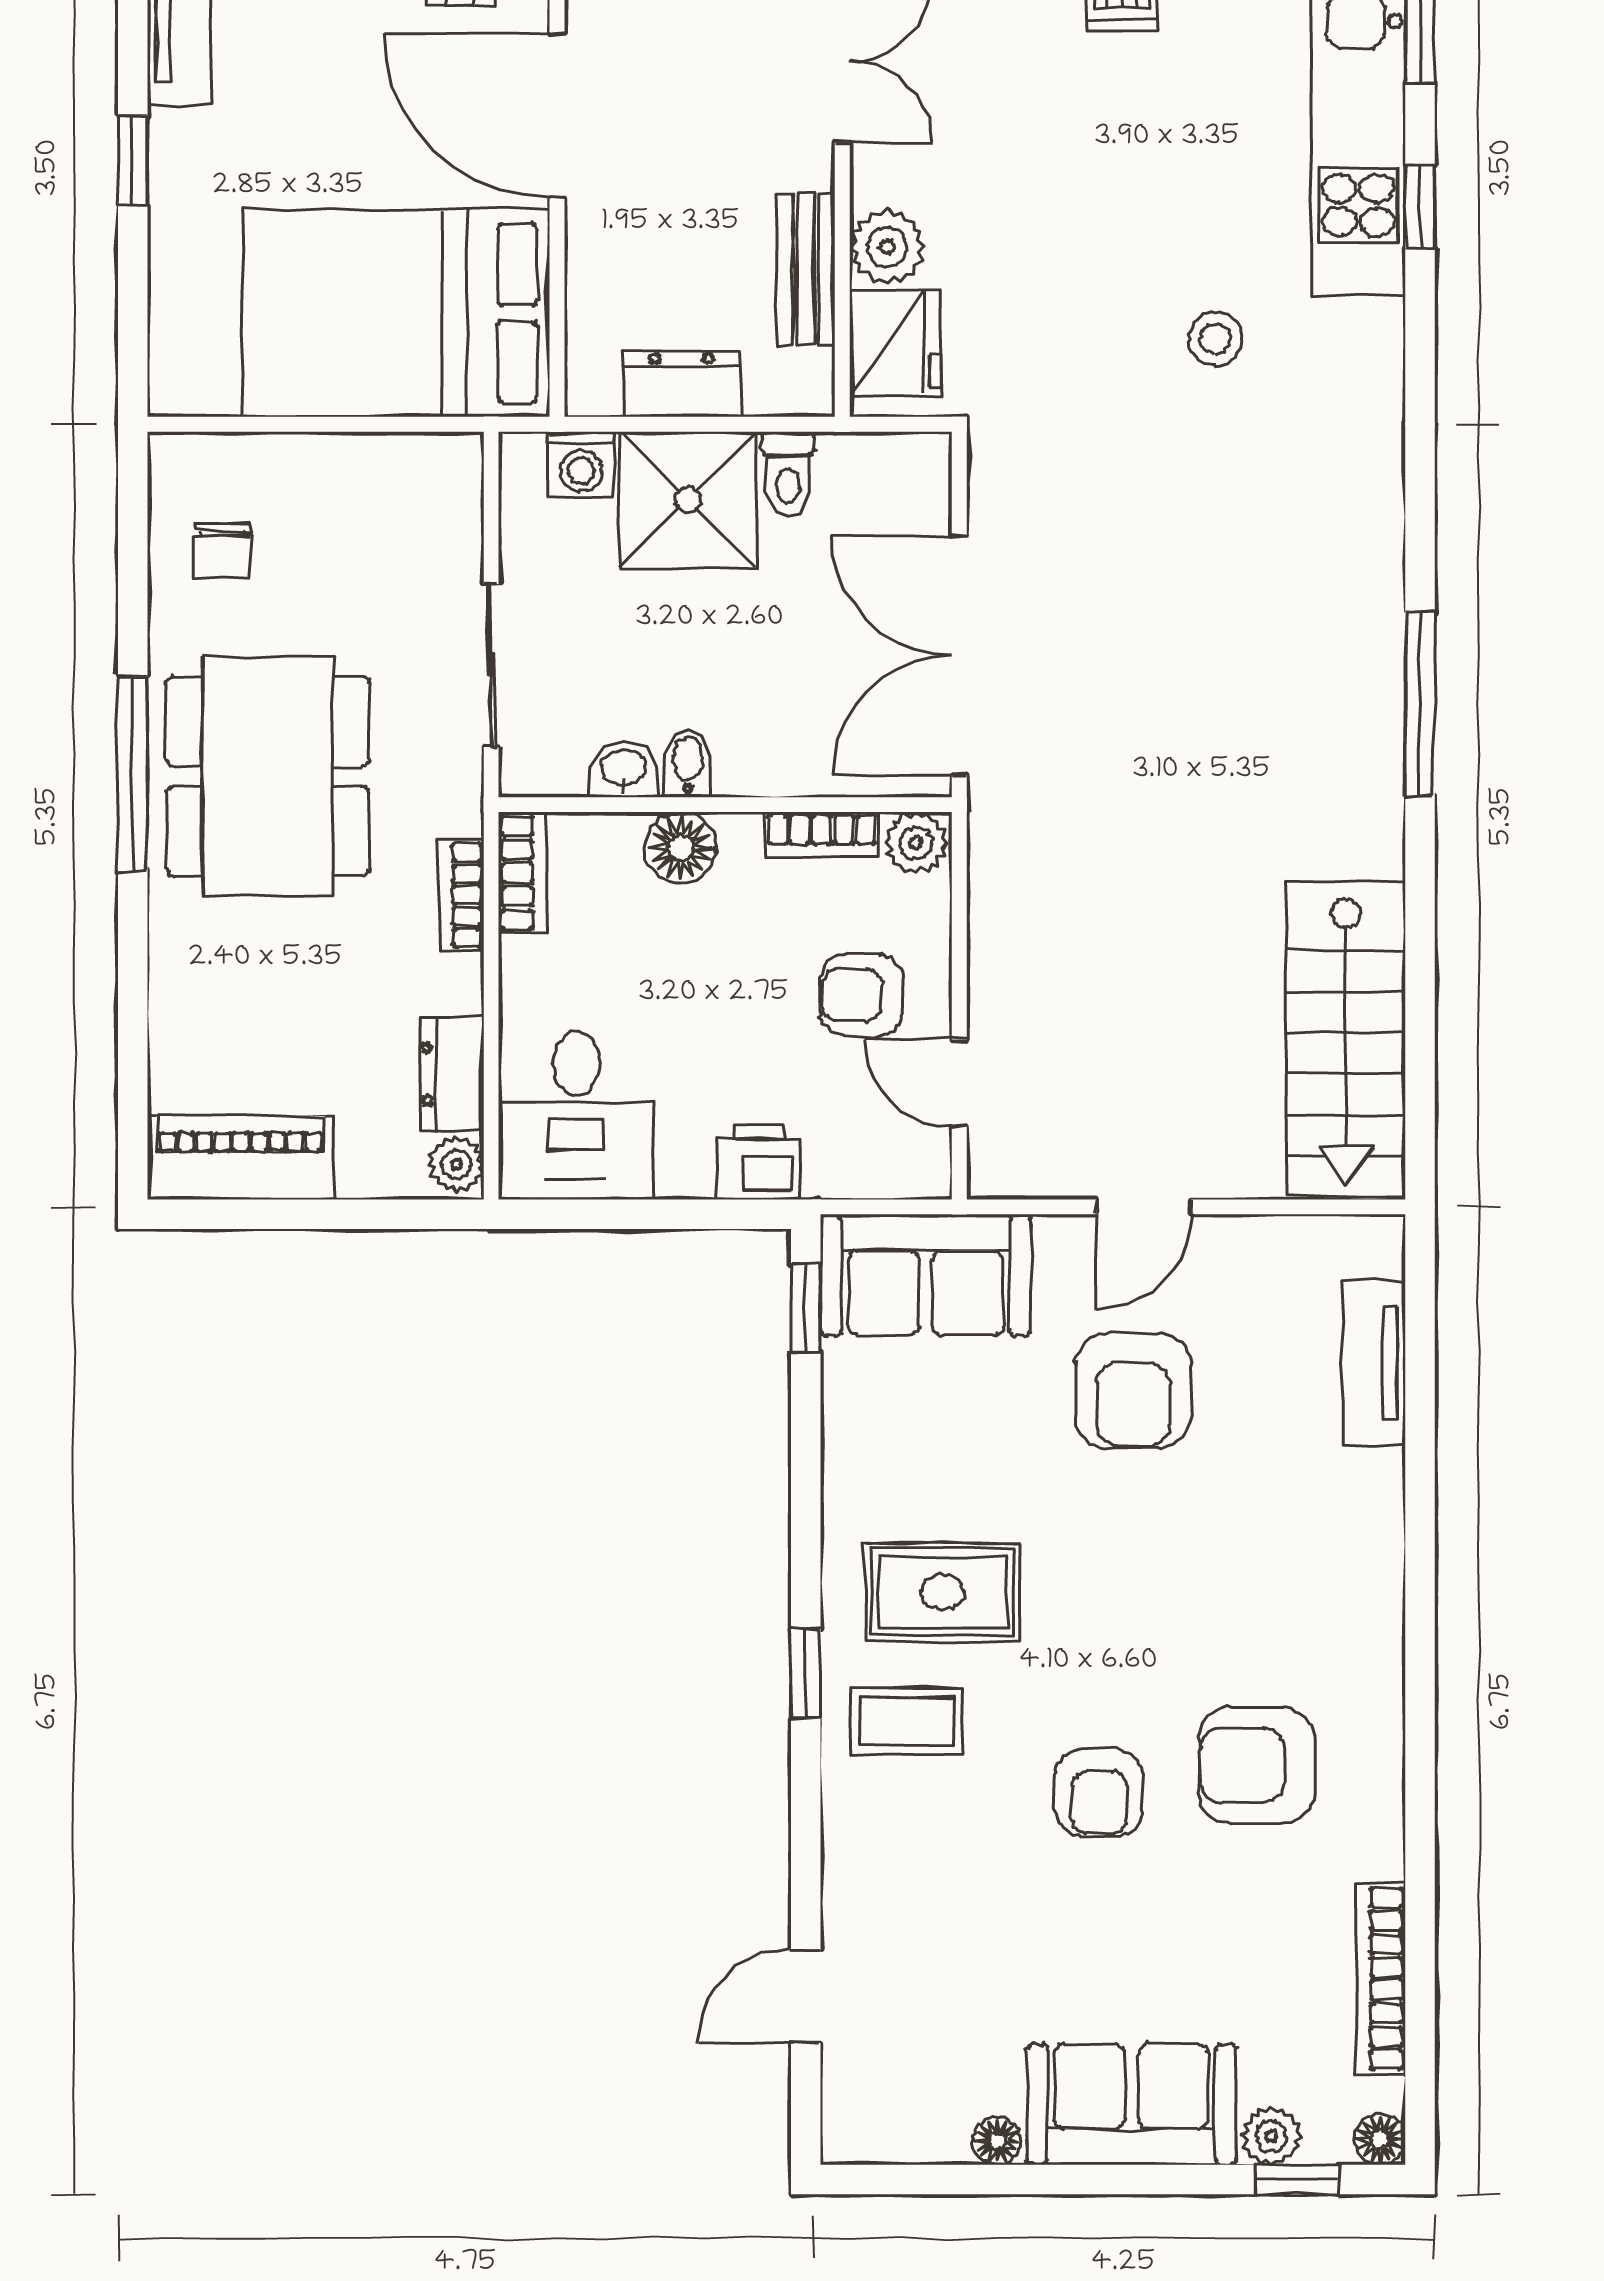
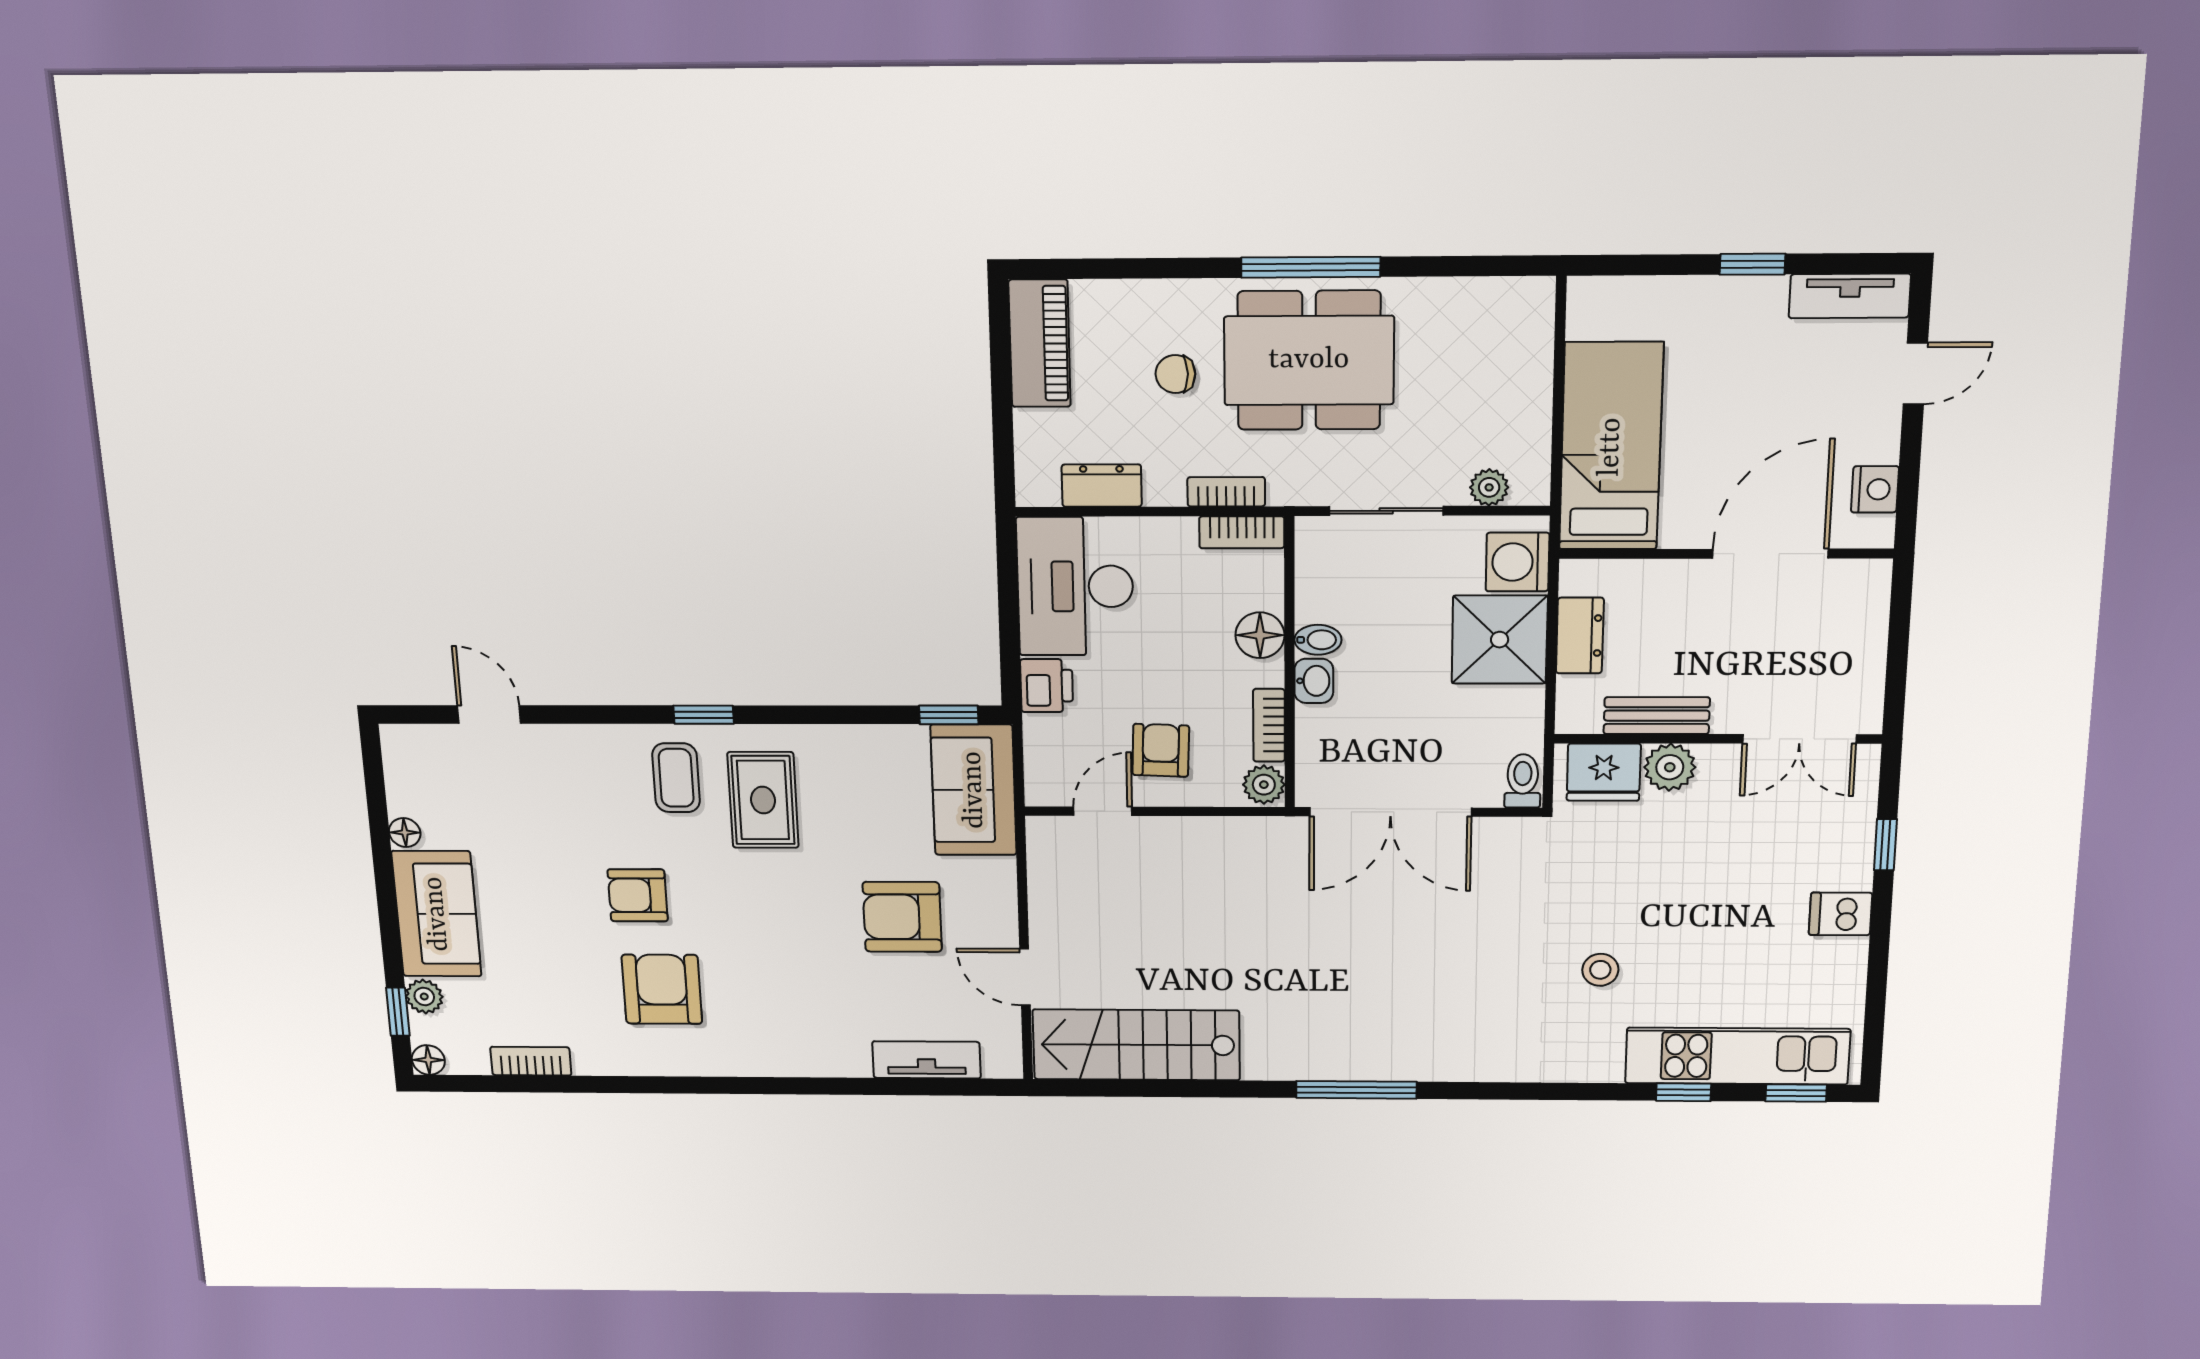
bed: (396, 313) -> (1611, 447), width x0.67
washing machine: (581, 464) -> (1518, 562), width x1.38, depth x1.38
toilet: (788, 474) -> (1523, 781), moved, turned 90
chair: (222, 550) -> (1175, 374), moved
double door: (959, 655) -> (1390, 812), swing flipped
washbasin: (624, 769) -> (1314, 681), moved
desk: (576, 1116) -> (1075, 586), width x1.37
plant: (456, 1164) -> (1489, 487), moved
door: (1144, 1207) -> (1025, 977), moved
bookcase: (1381, 1979) -> (531, 1061), width x0.64

